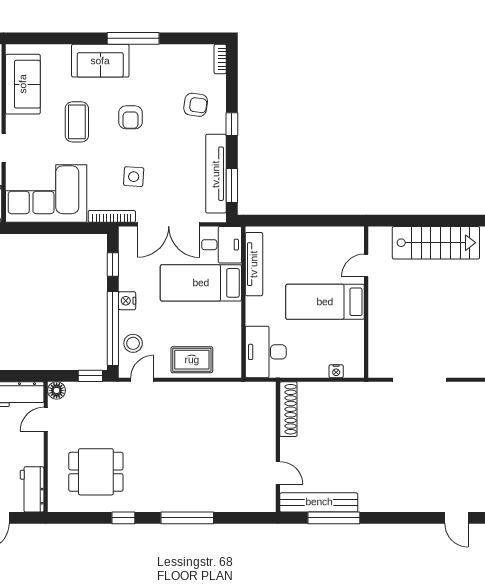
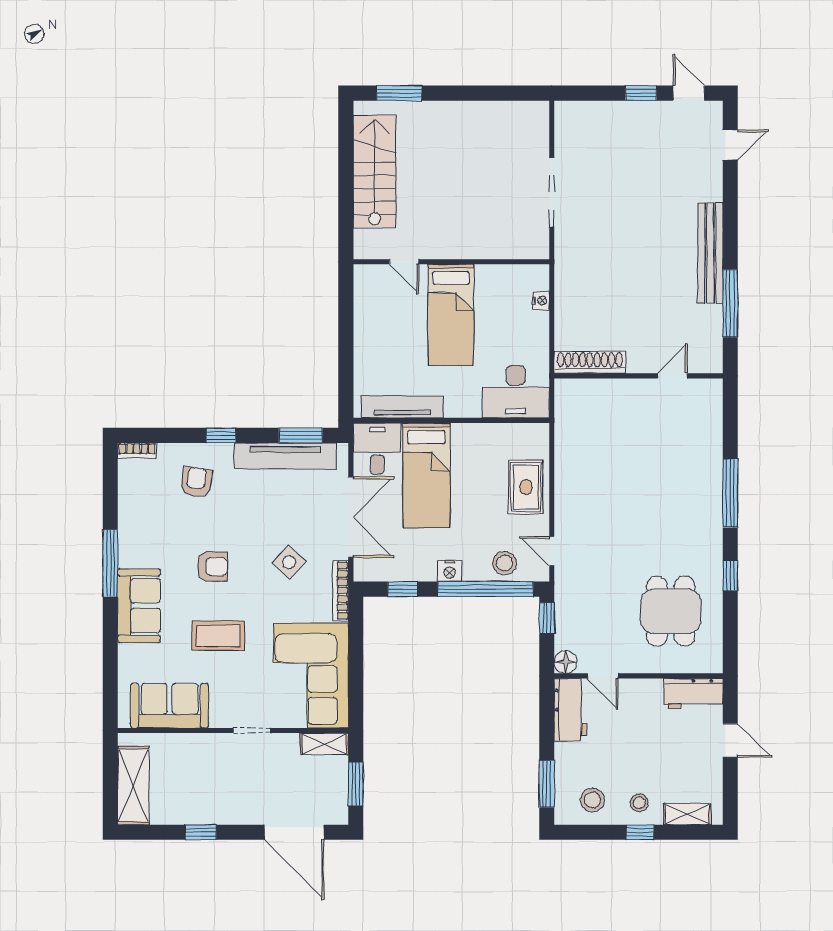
side table: (134, 177) -> (289, 562), turned 38
bench: (319, 502) -> (710, 253), moved

